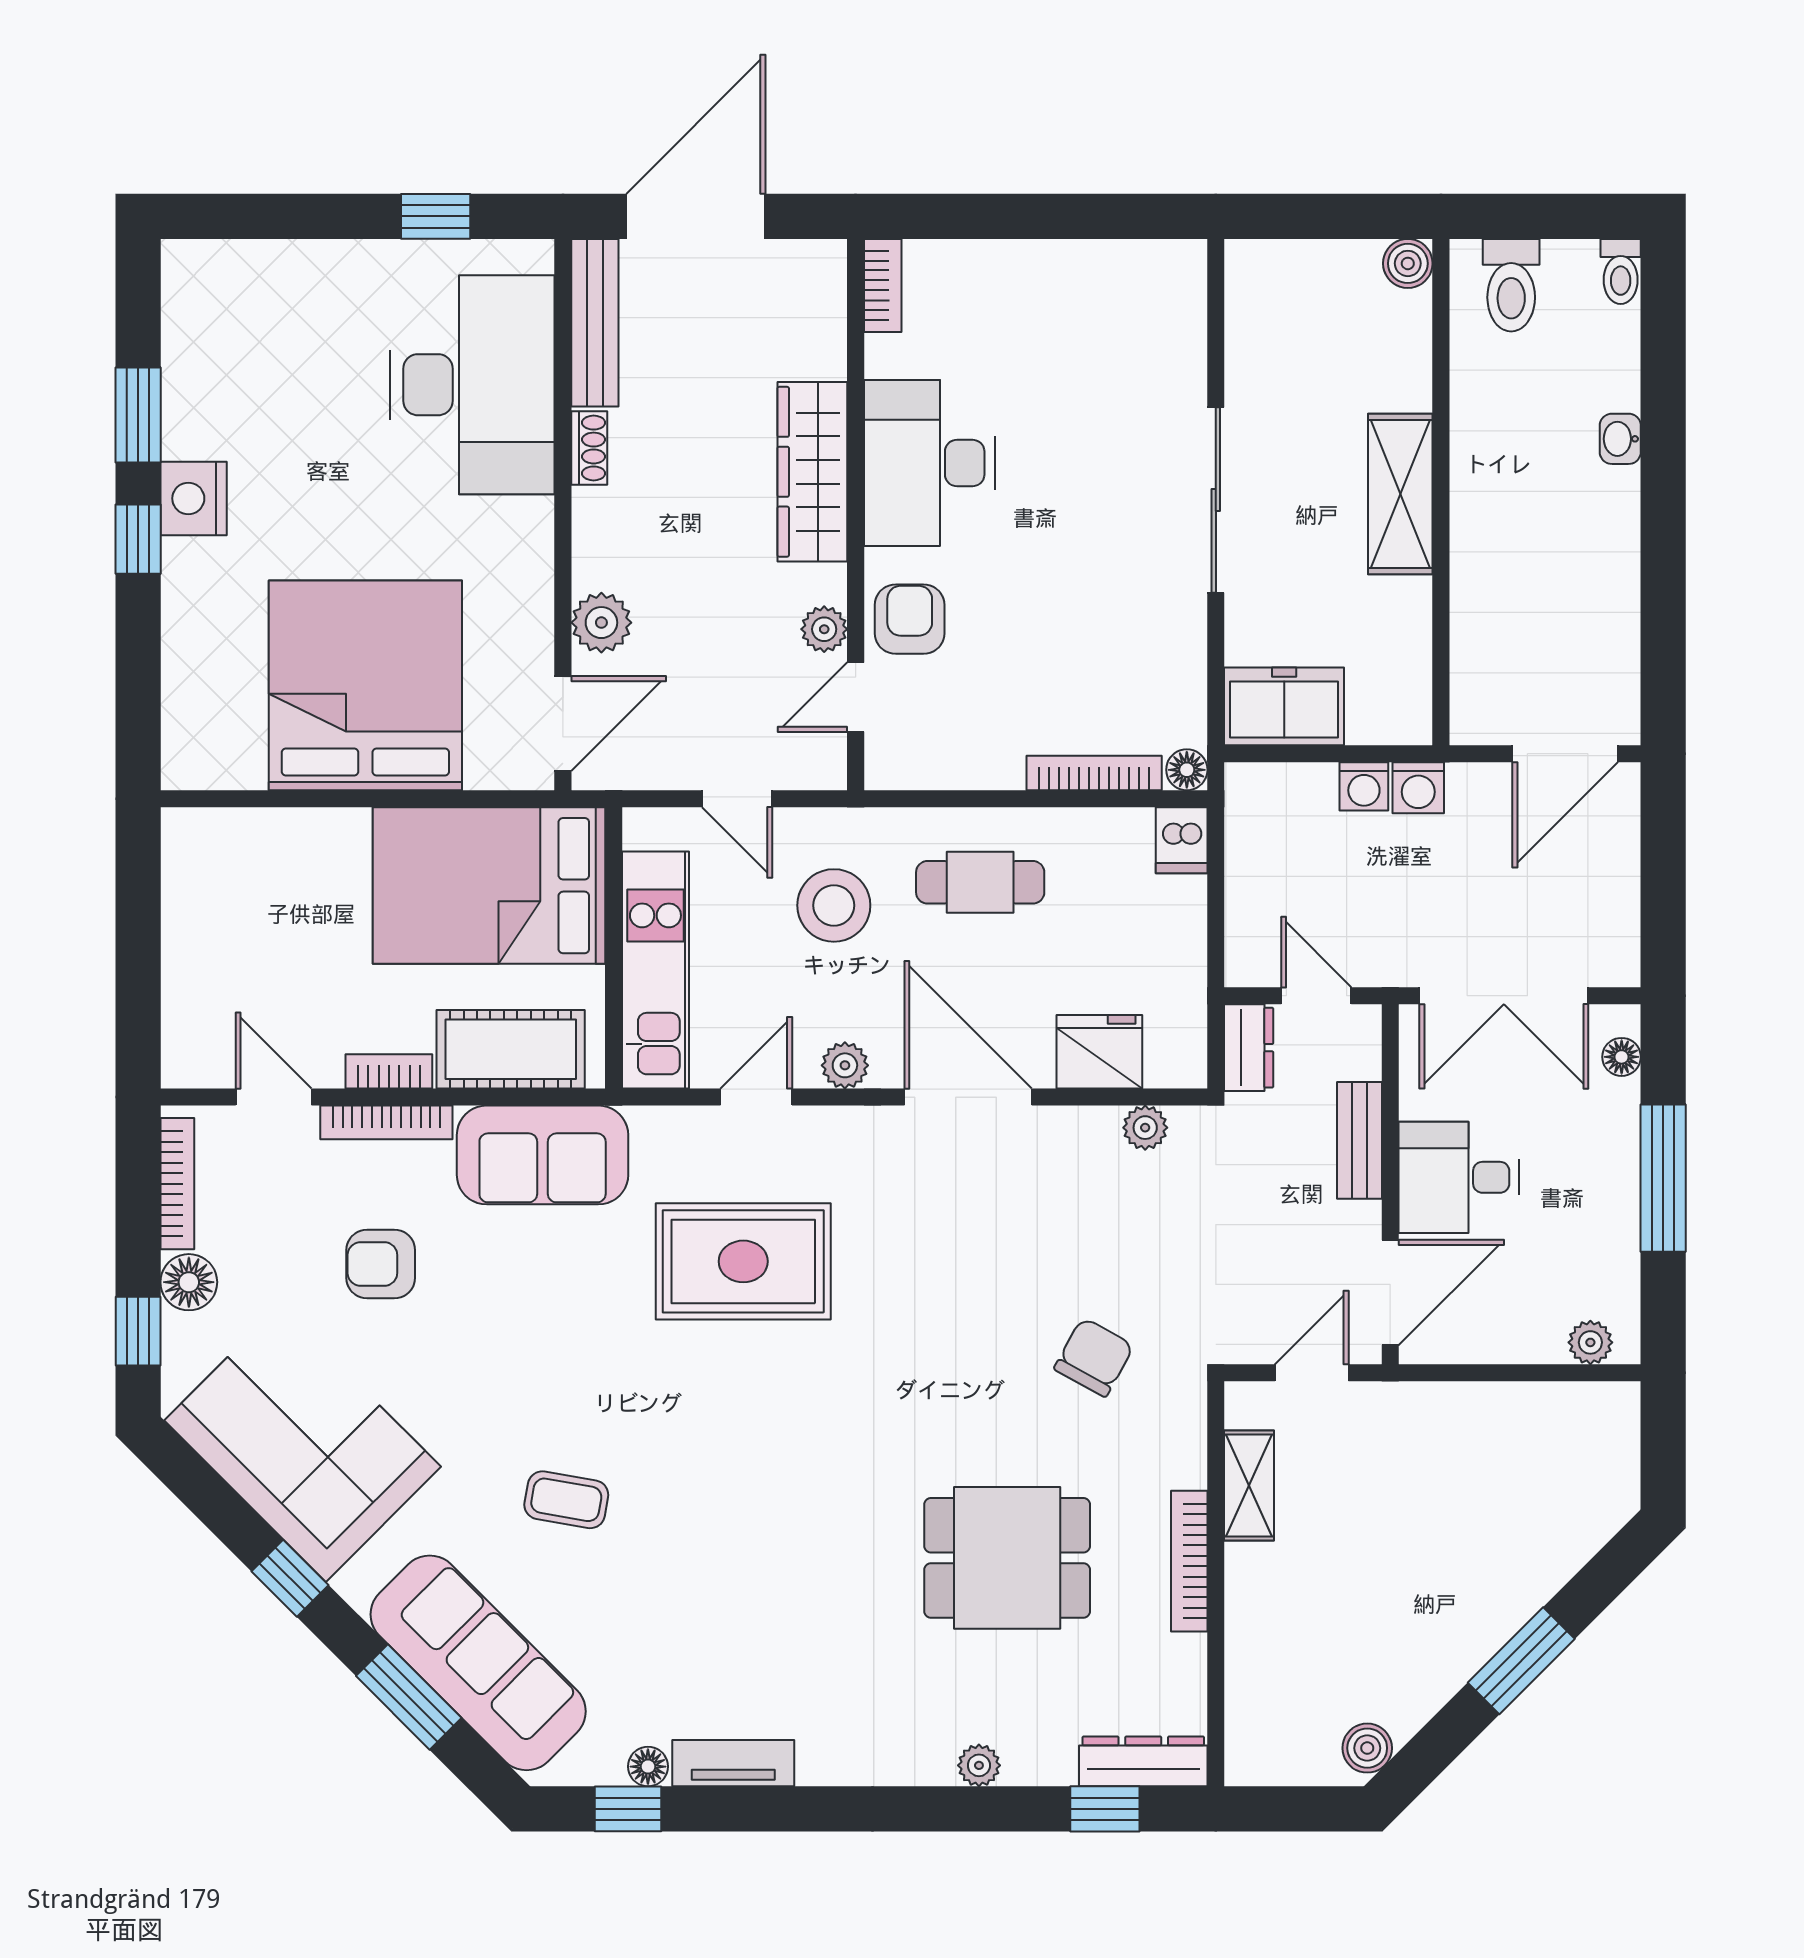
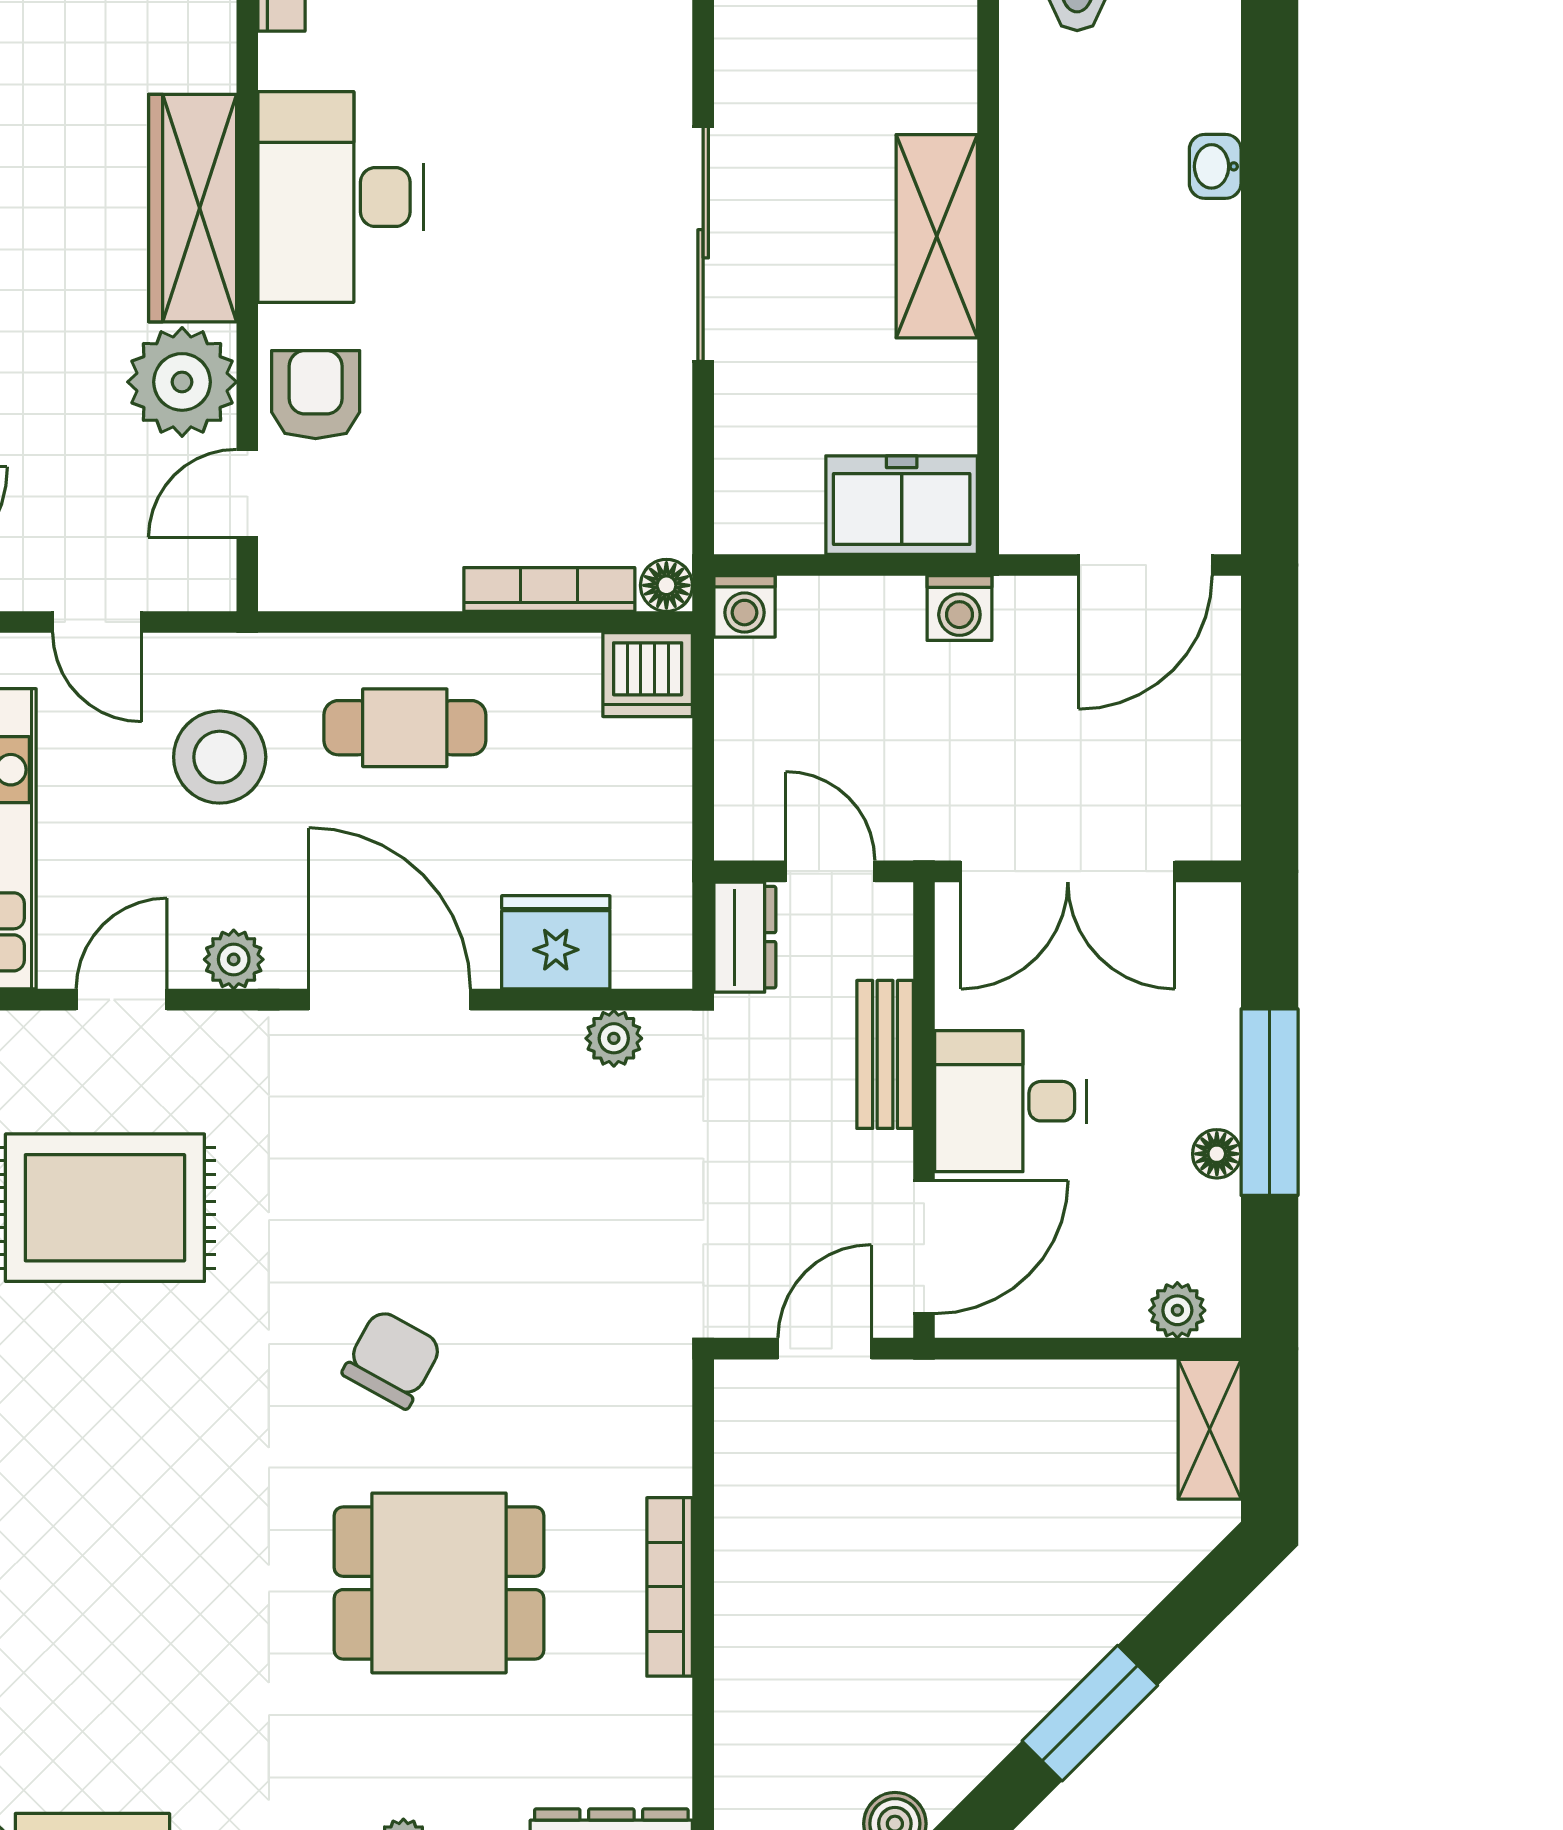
plant: (824, 629) -> (182, 382), width x1.87, depth x1.87
freezer: (1284, 706) -> (902, 505), moved
washing machine: (1364, 786) -> (745, 606), moved
dishwasher: (1182, 840) -> (648, 675), width x1.38
floor lamp: (1622, 1057) -> (1217, 1154), moved
chair: (1094, 1357) -> (392, 1359), moved
shelving: (1249, 1485) -> (1210, 1429), moved

